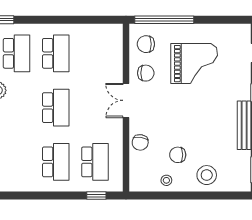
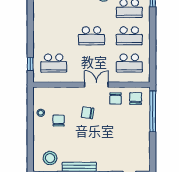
grand piano: (194, 64) -> (122, 132), removed
chair: (140, 142) -> (88, 113), moved
school desk: (56, 162) -> (129, 63), moved
stool: (207, 175) -> (50, 158), moved

